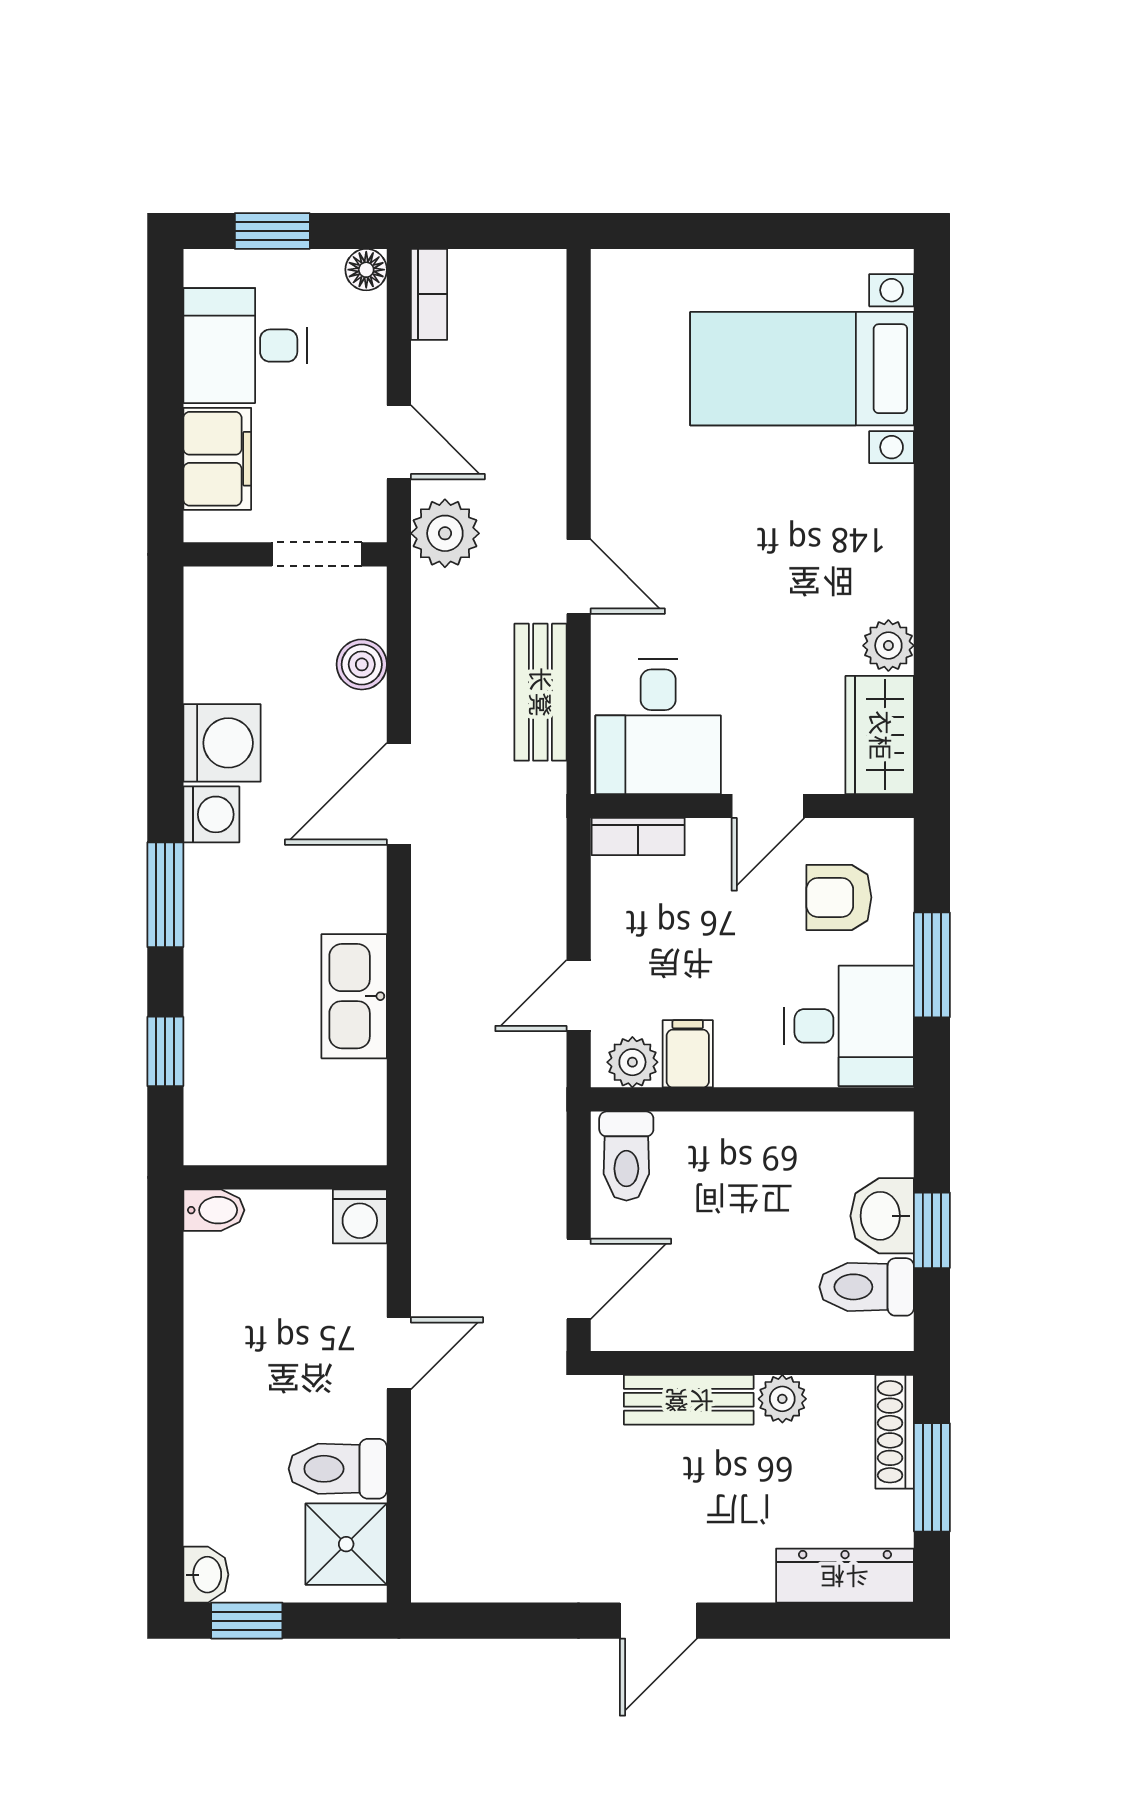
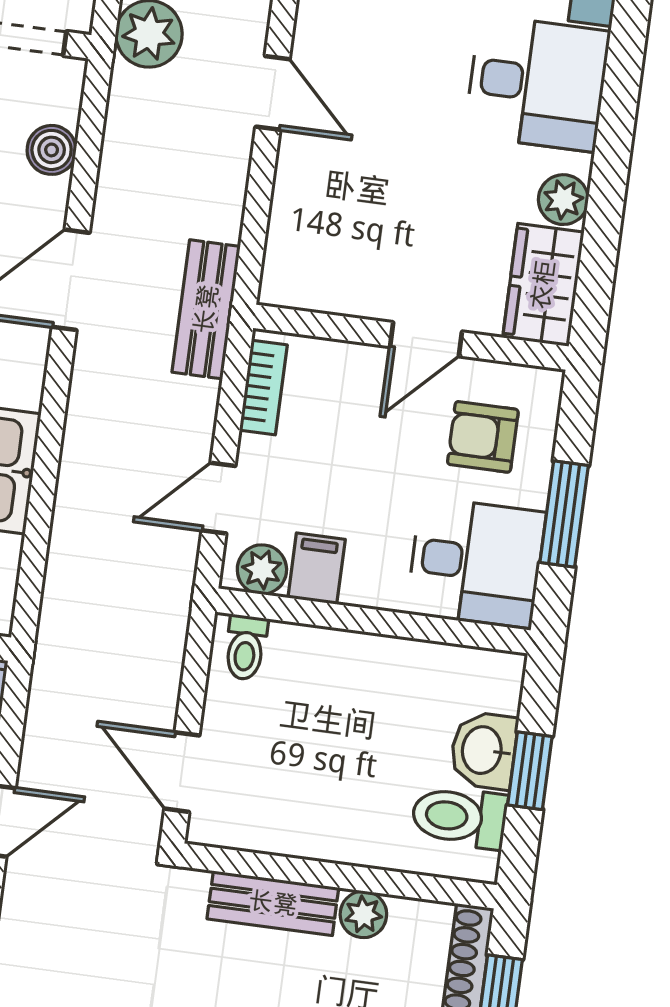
bench: (540, 692) -> (206, 309), moved
desk: (658, 726) -> (537, 83), moved, turned -90
bookcase: (638, 837) -> (263, 388), moved, turned -90
toilet: (626, 1156) -> (246, 648), width x0.73, depth x0.72
door: (579, 1279) -> (182, 772), swing flipped

